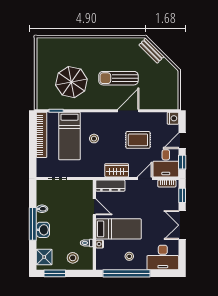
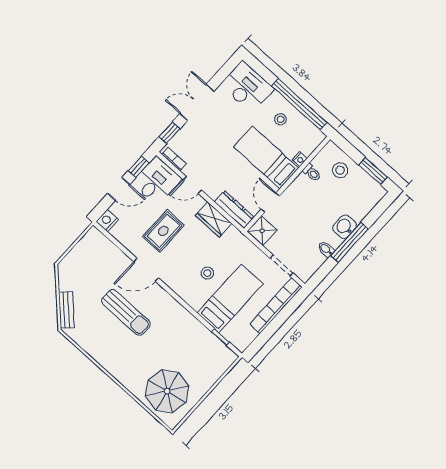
parasol: (71, 82) -> (167, 391), moved
bookcase: (42, 135) -> (276, 306), moved
rug: (138, 140) -> (163, 231), turned 90
double door: (182, 225) -> (197, 102), swing flipped
shower: (44, 257) -> (262, 231), moved

